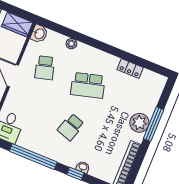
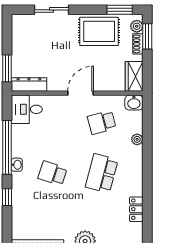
school desk: (88, 85) -> (102, 173), turned 30
washbasin: (83, 167) -> (17, 165), moved

